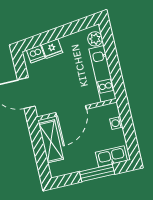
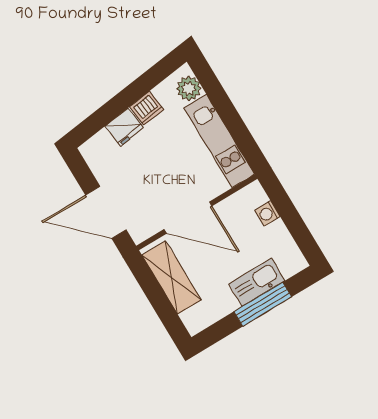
dishwasher: (36, 54) -> (147, 108), moved
door: (71, 111) -> (188, 218), hinge flipped
kitchen sink: (111, 156) -> (257, 282), moved

